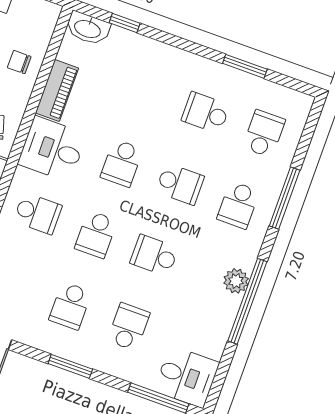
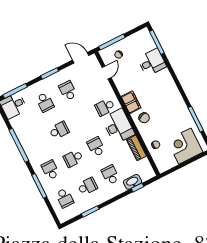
washbasin: (88, 28) -> (133, 182), moved
desk: (52, 149) -> (118, 126), width x1.37
school desk: (96, 234) -> (110, 175), moved
plant: (236, 281) -> (28, 148), removed

